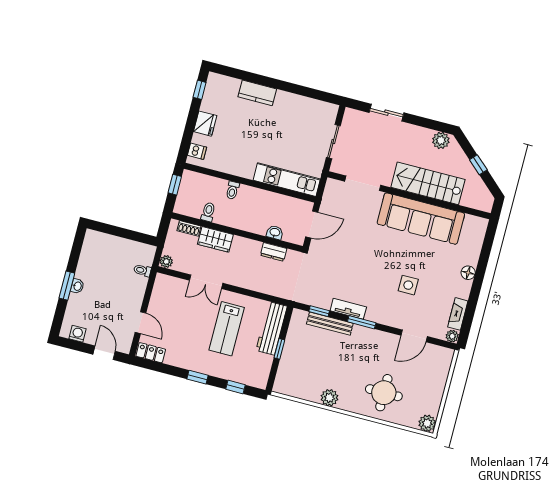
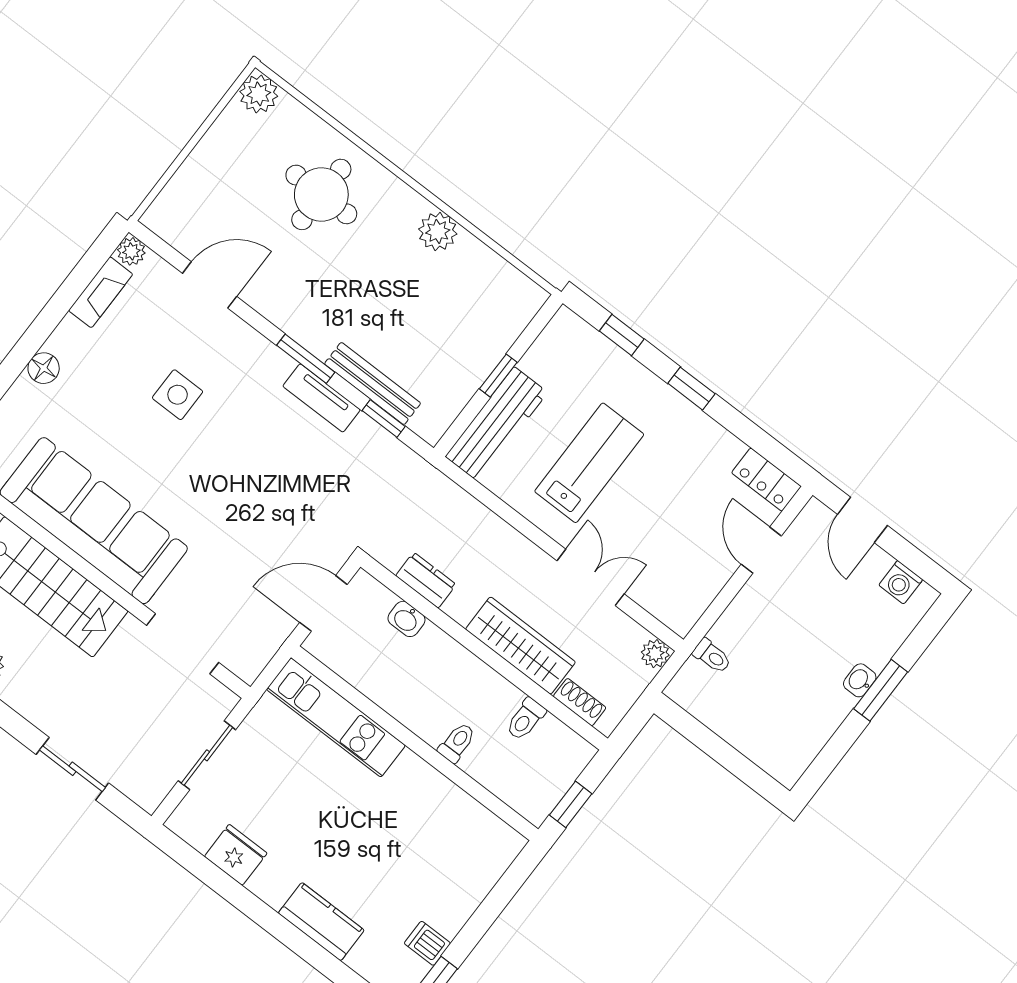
fridge: (205, 124) -> (236, 855), moved, turned 90
dishwasher: (197, 151) -> (427, 943), moved
wardrobe: (215, 239) -> (520, 646), width x1.50

